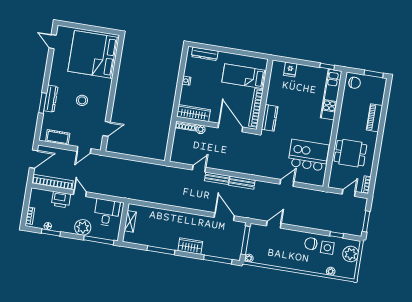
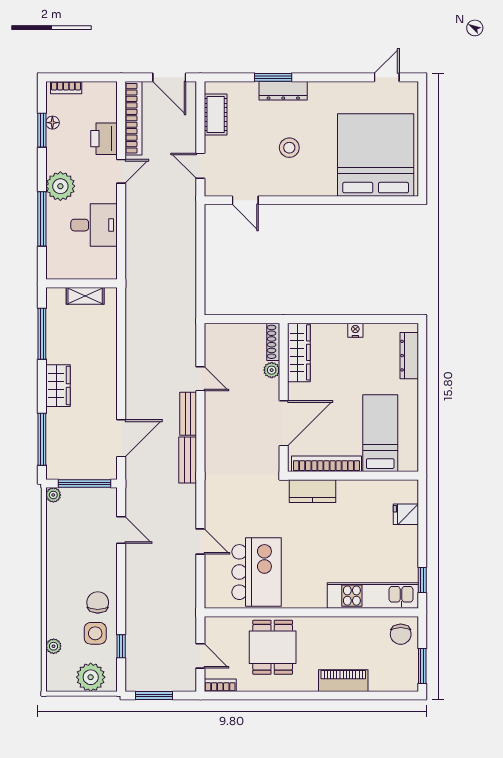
shelving: (130, 221) -> (85, 296), moved
wall: (123, 222) -> (82, 283), moved

